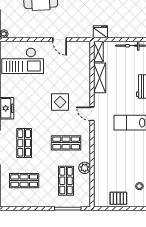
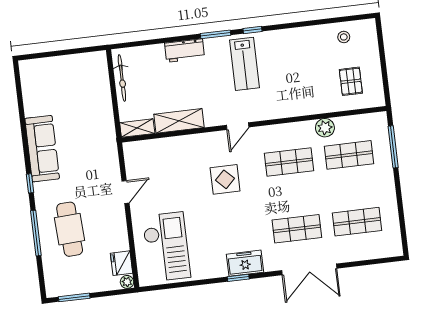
fridge: (100, 32) -> (122, 263), moved
shop shelf: (66, 143) -> (289, 162), turned 90
shop shelf: (24, 181) -> (357, 222), turned 90
pallet: (118, 198) -> (351, 81), moved

